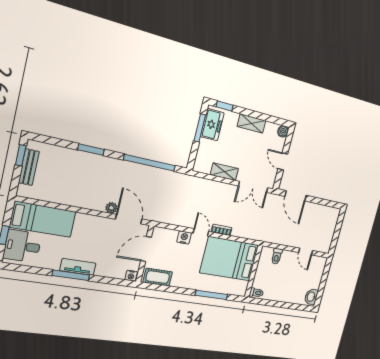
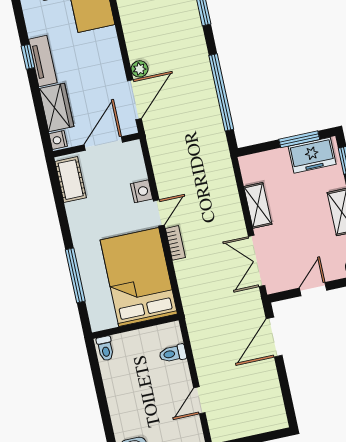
door: (146, 249) -> (103, 143), hinge flipped
wardrobe: (111, 269) -> (57, 107), added
window: (71, 275) -> (28, 57), width x0.46

